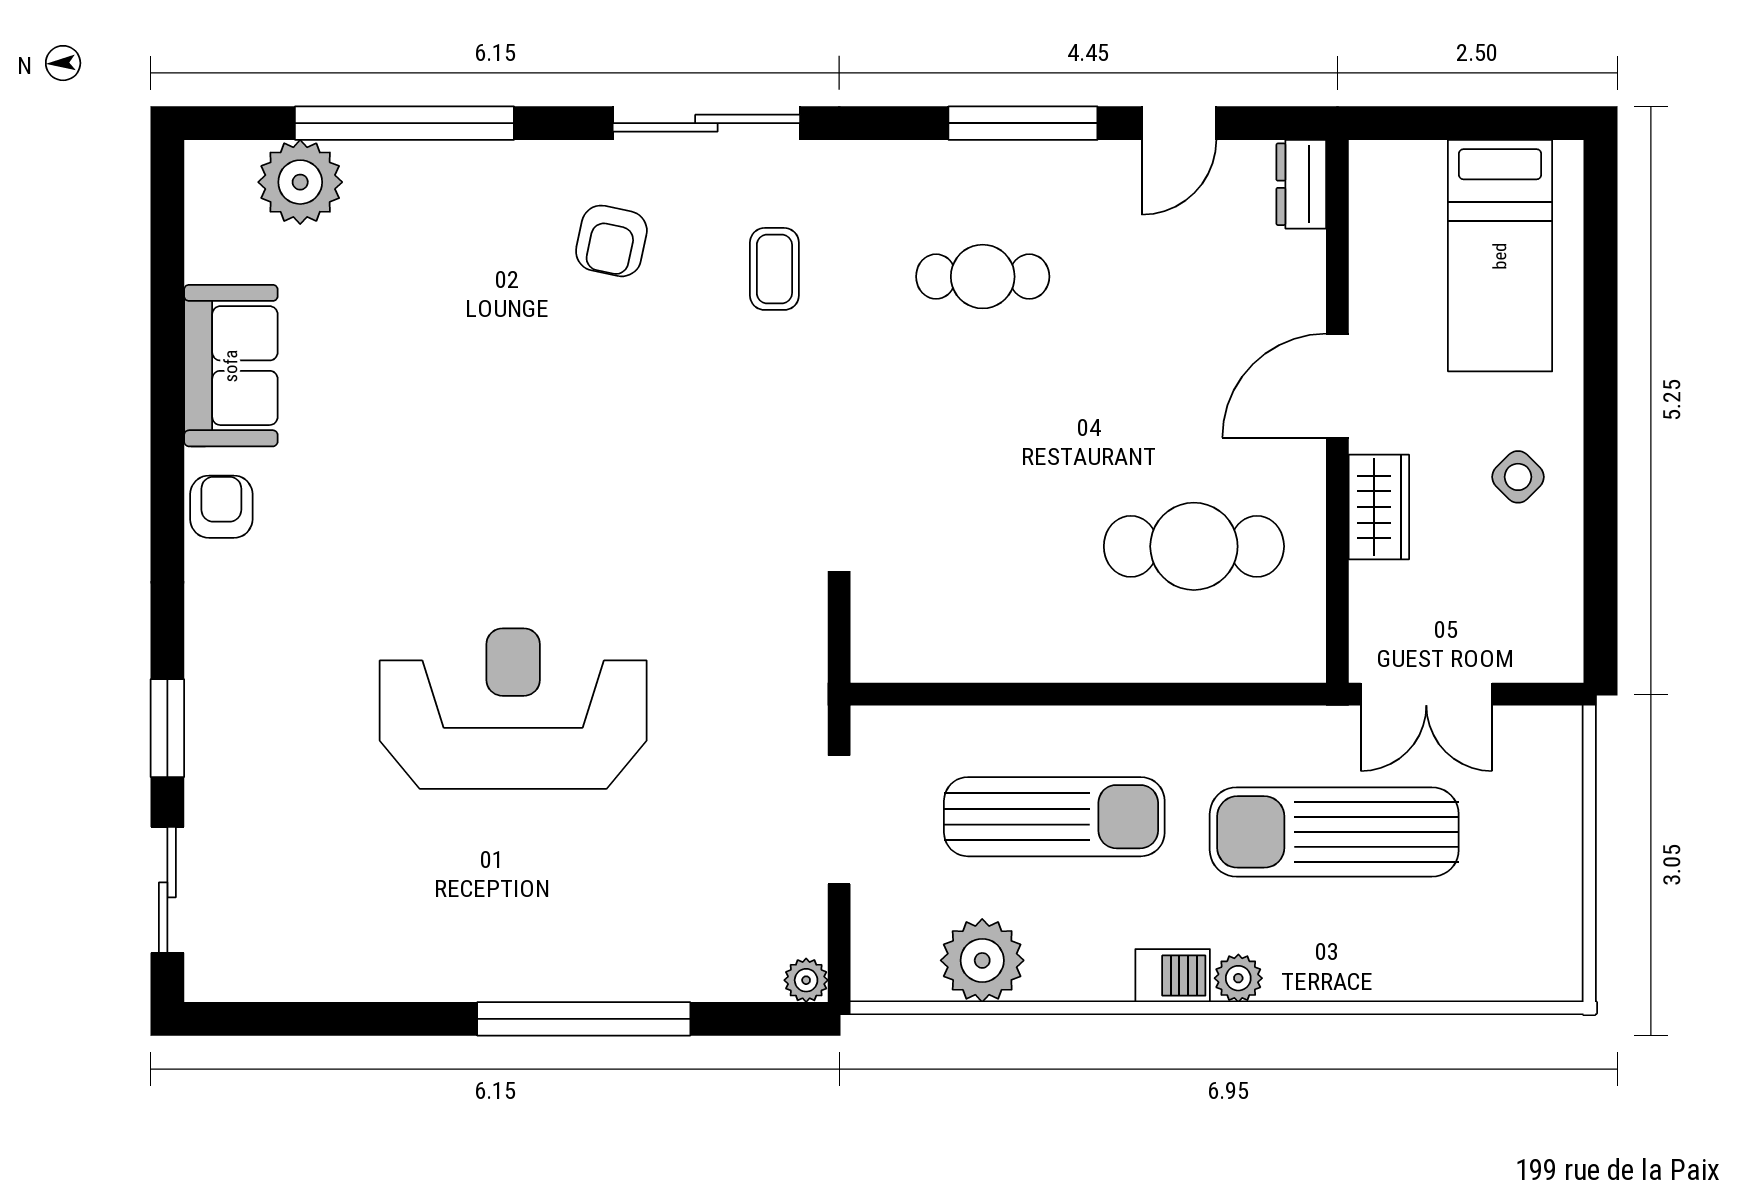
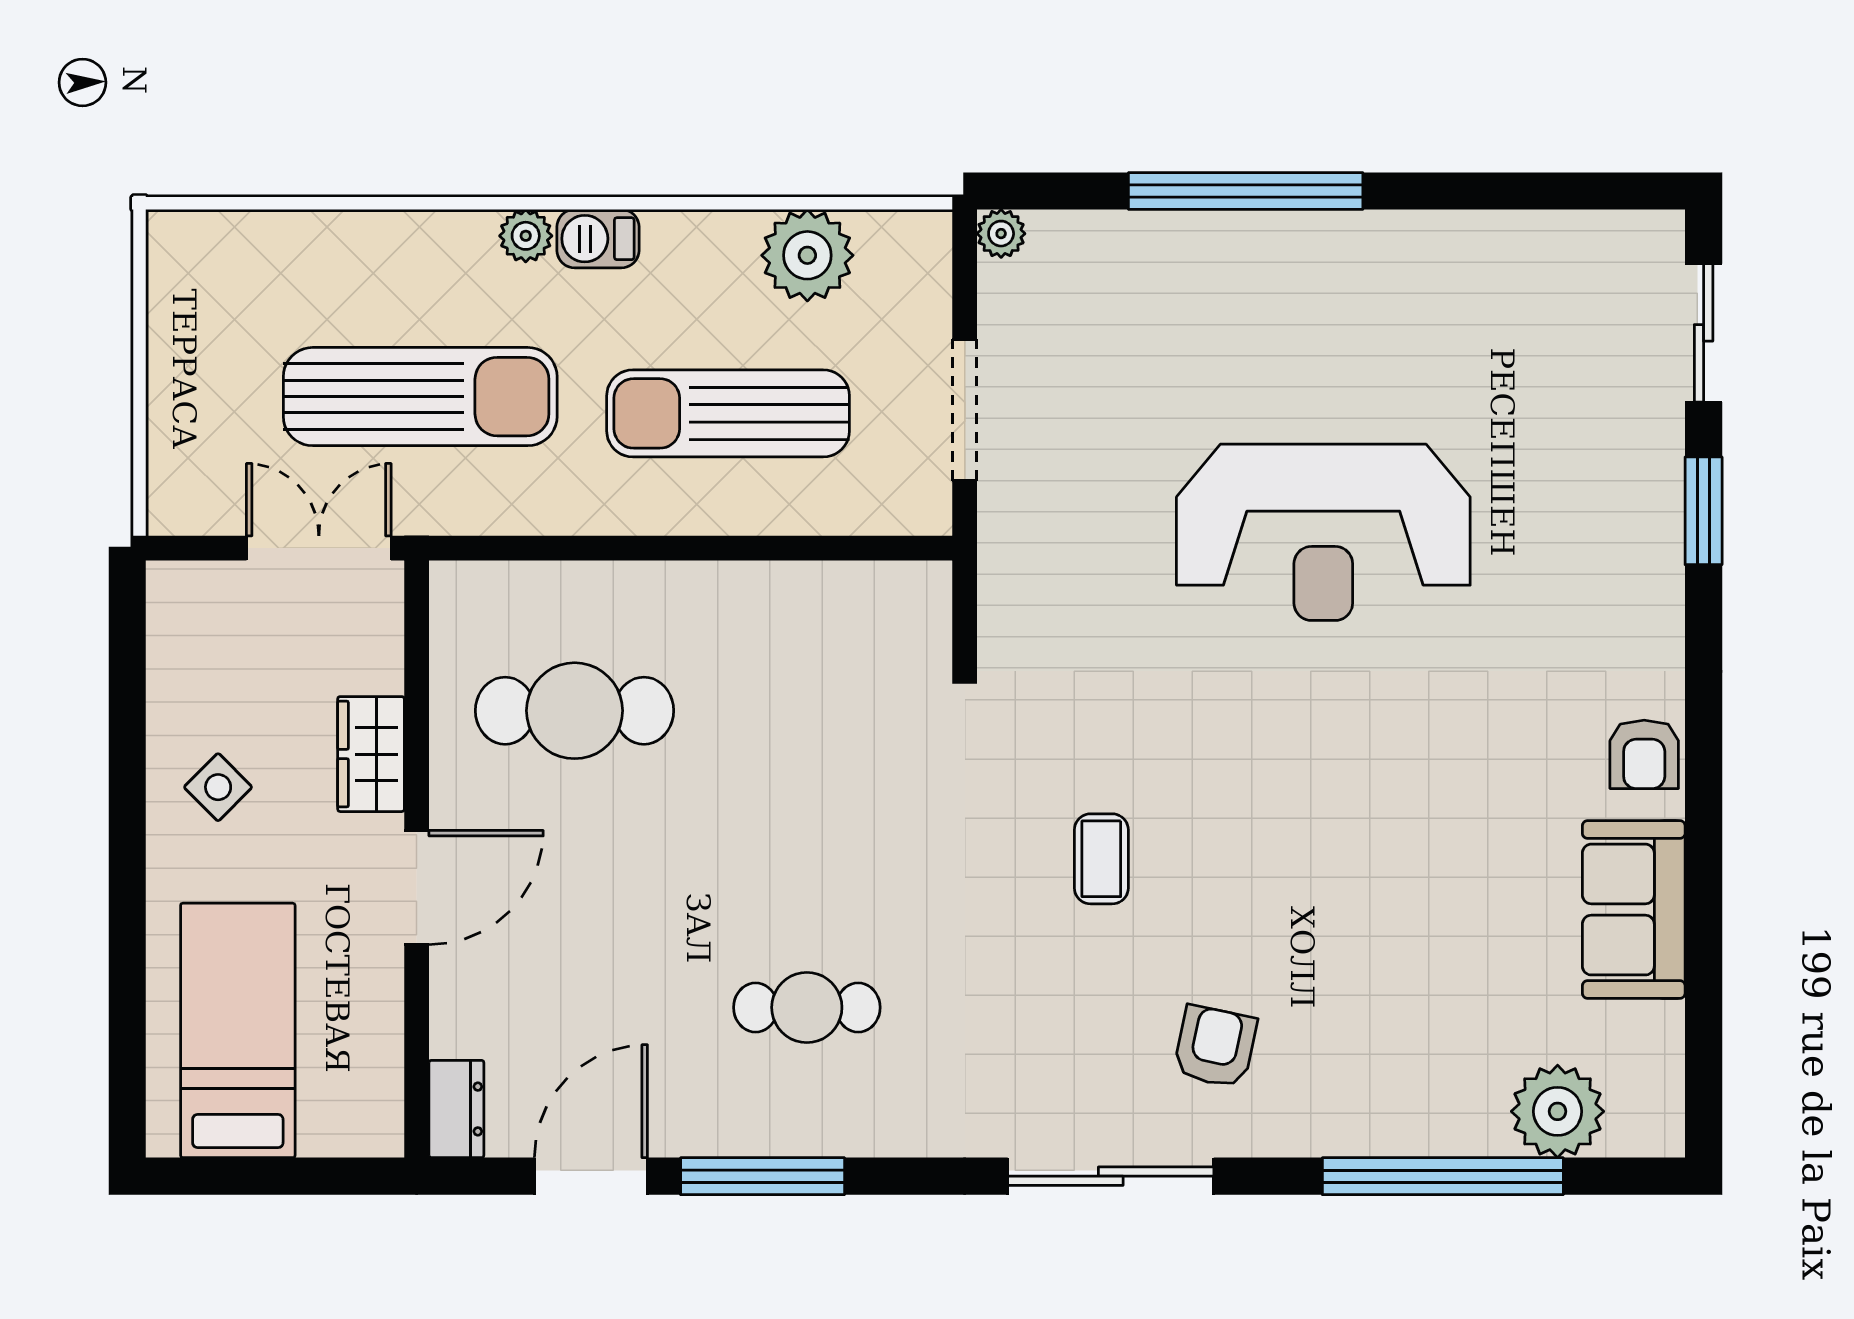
door: (1179, 123) -> (591, 1176), width x1.38
coffee table: (774, 269) -> (1101, 859), moved

